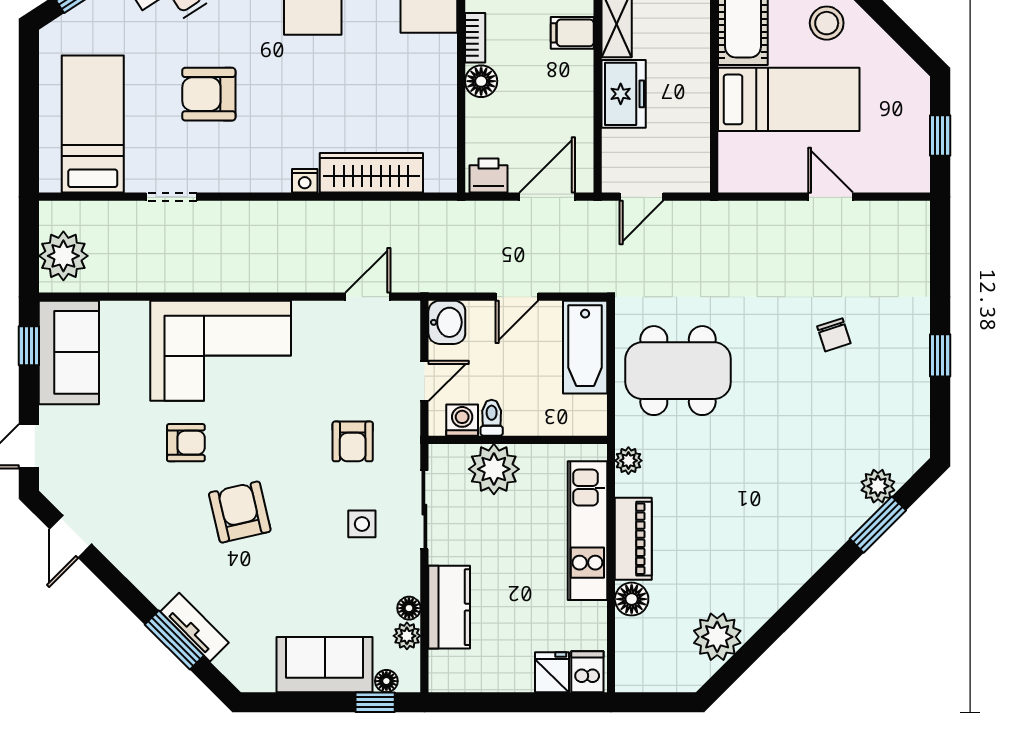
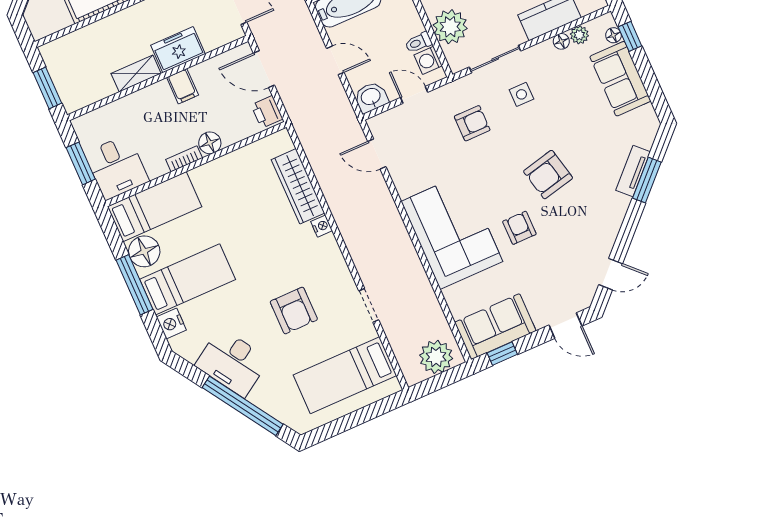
filing cabinet: (572, 33) -> (183, 86), moved

